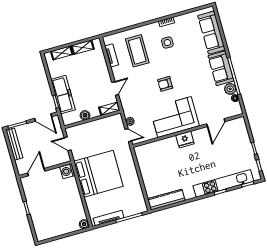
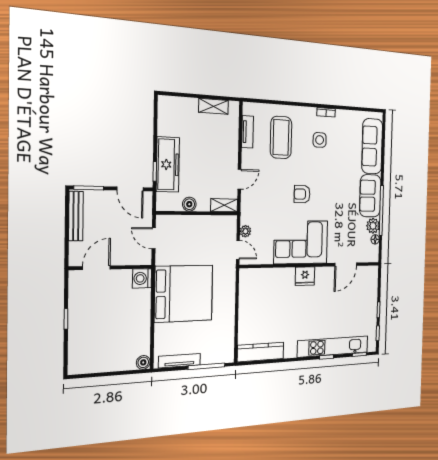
shelving: (62, 53) -> (183, 104), removed

